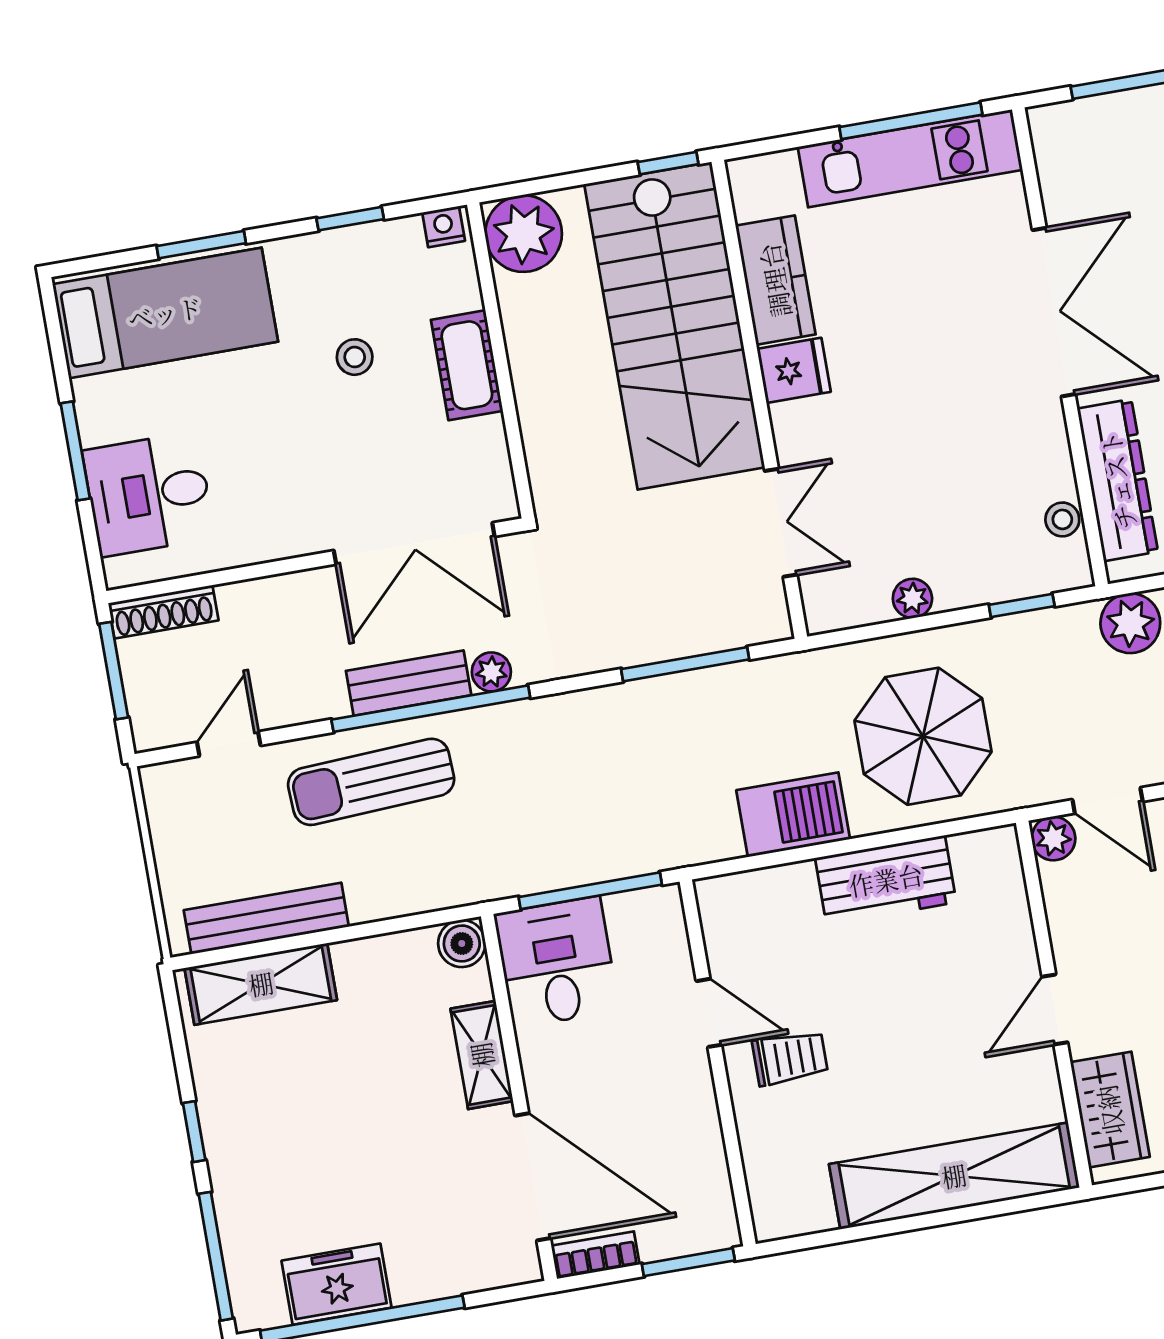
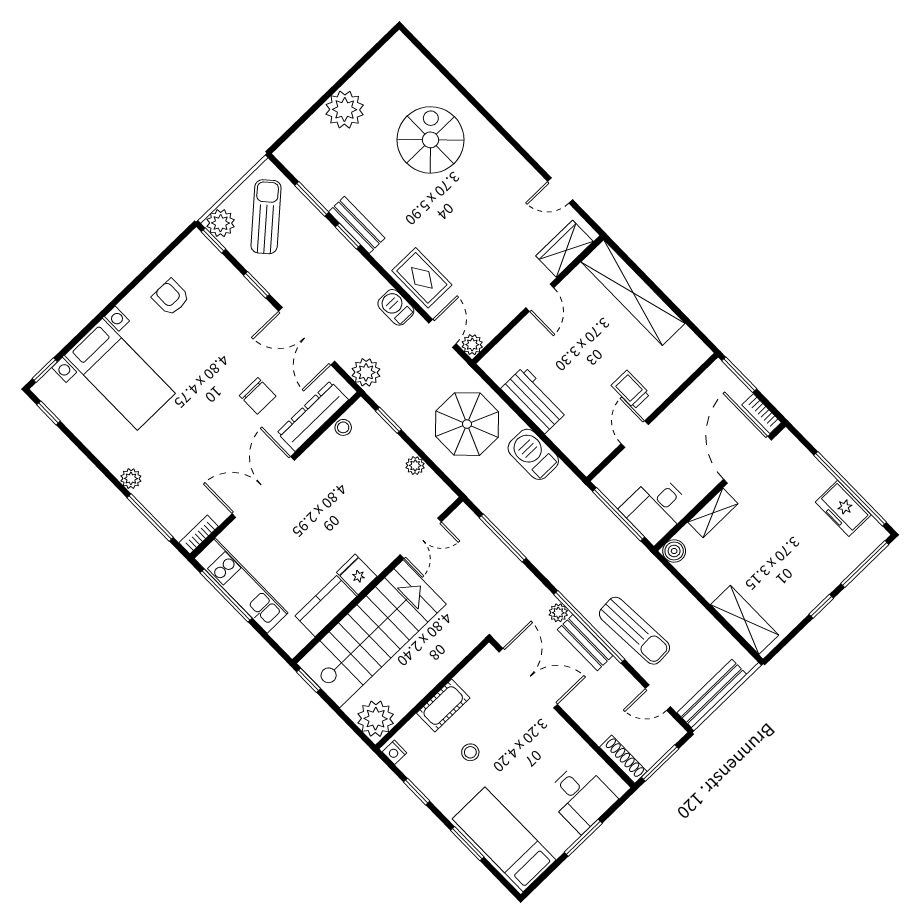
bookcase: (1048, 145) -> (199, 535), added
double door: (781, 523) -> (421, 538), swing flipped
bench: (266, 918) -> (712, 694), moved, turned 90
door: (1055, 1010) -> (540, 298), hinge flipped

